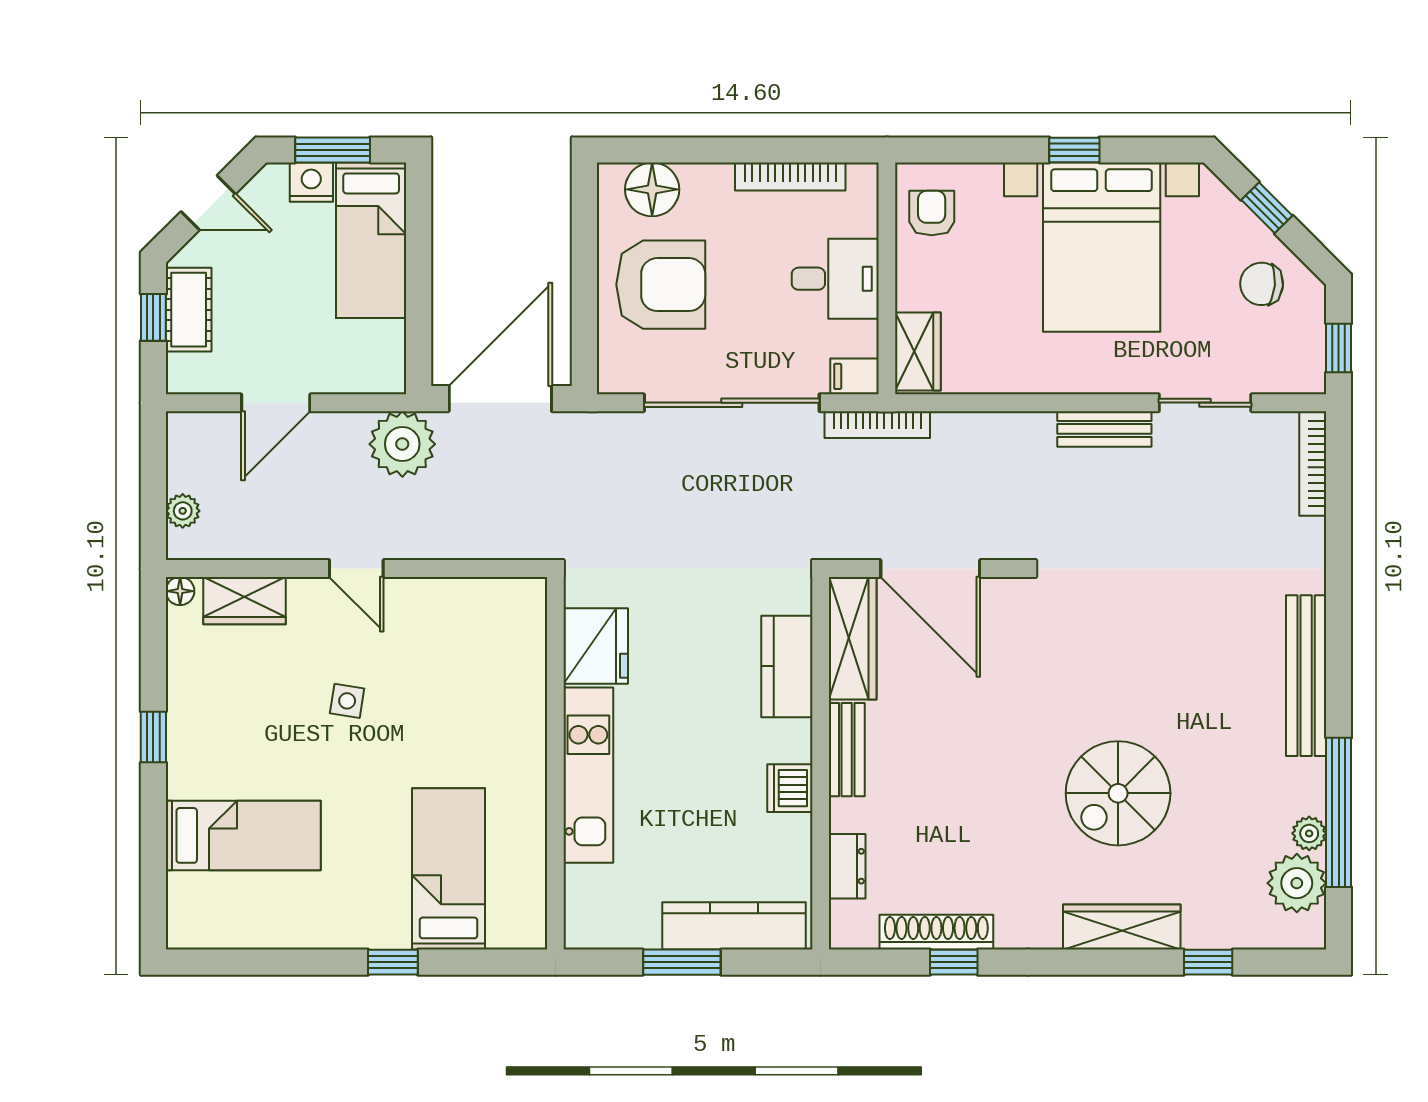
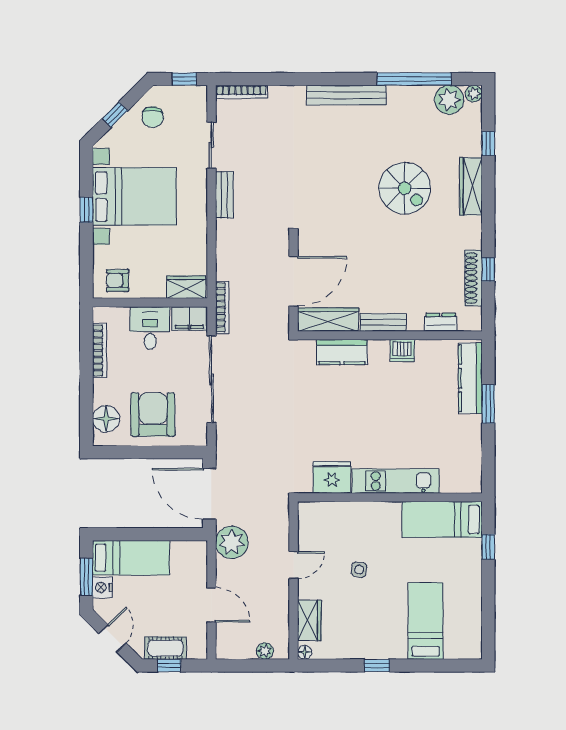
filing cabinet: (854, 376) -> (189, 319), width x2.00
fridge: (596, 646) -> (332, 477), moved
wall: (555, 763) -> (390, 497), moved
kitchen unit: (588, 775) -> (396, 481), moved
plant: (1309, 833) -> (474, 94), moved

